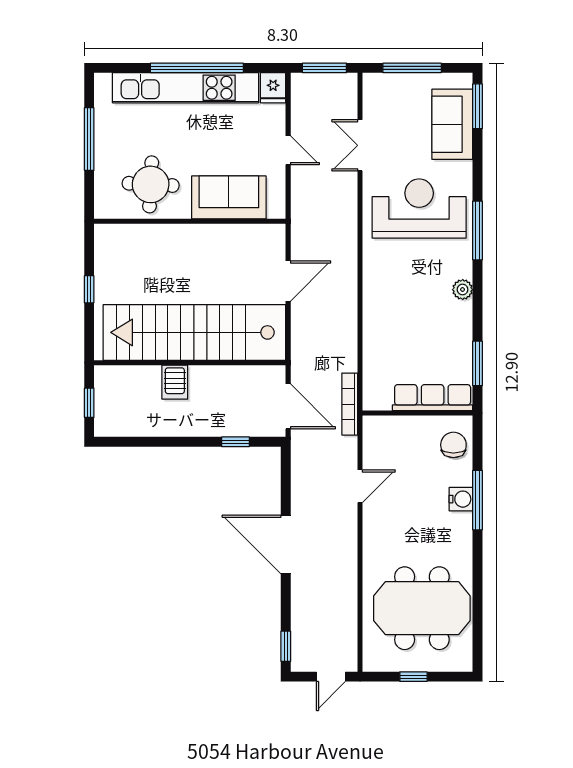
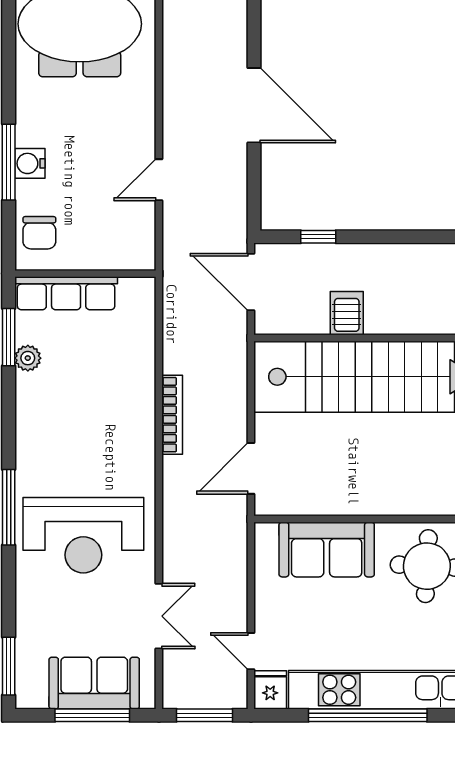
sofa: (452, 124) -> (94, 683), moved, turned -90
door: (288, 150) -> (251, 651), moved
door: (288, 281) -> (251, 468), moved
plant: (463, 290) -> (28, 358), moved
server rack: (175, 382) -> (347, 313), moved
bookcase: (350, 404) -> (172, 415), moved

